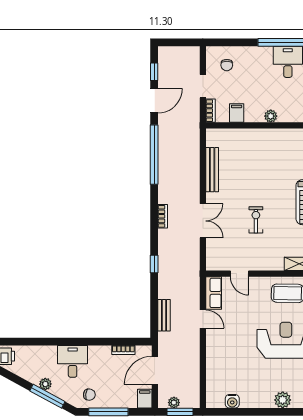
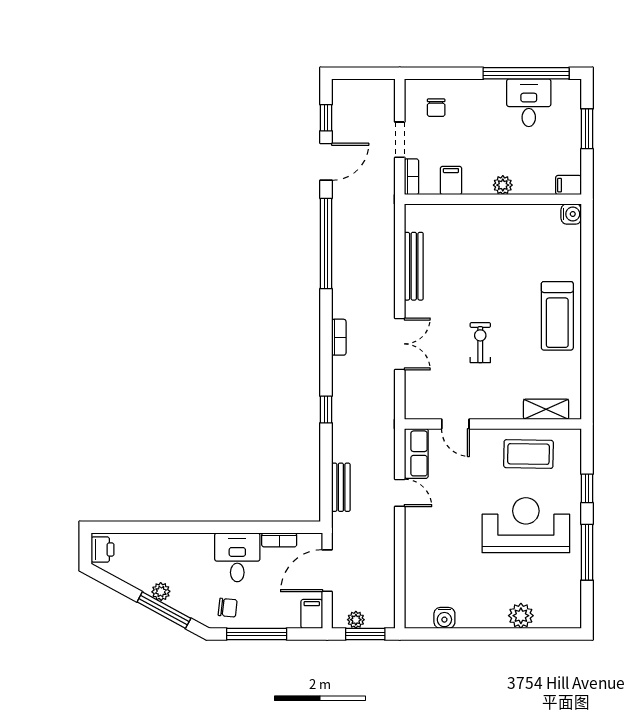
desk: (73, 361) -> (237, 557), moved

